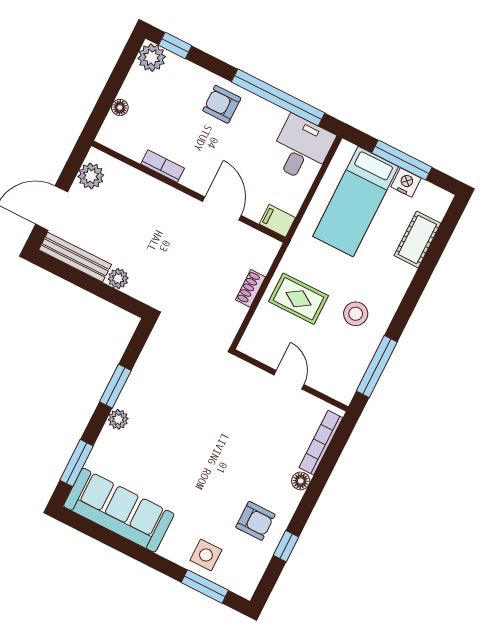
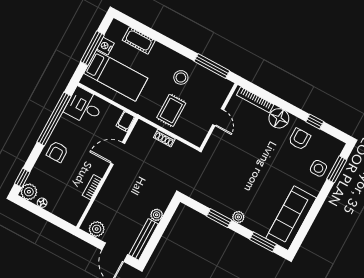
floor lamp: (120, 108) -> (42, 203), moved
door: (289, 380) -> (218, 117), swing flipped
floor lamp: (301, 481) -> (279, 118), width x1.89, depth x1.89

